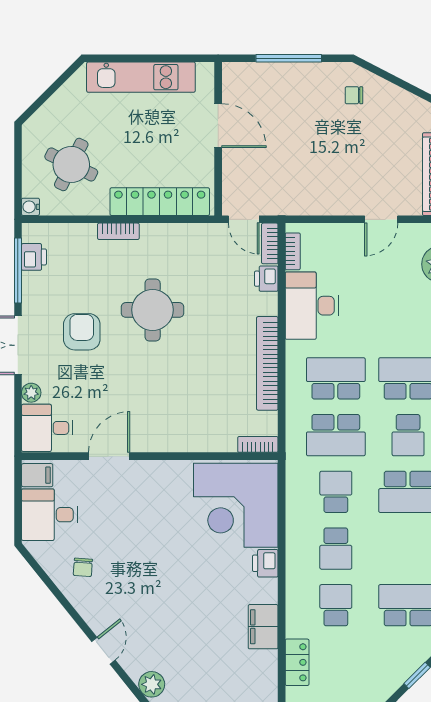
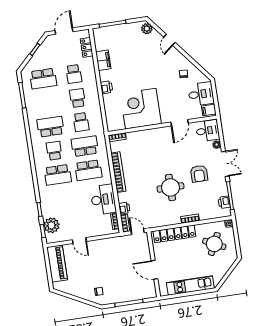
door: (381, 219) -> (79, 241), swing flipped
corner desk: (236, 505) -> (141, 109), moved, turned -90

